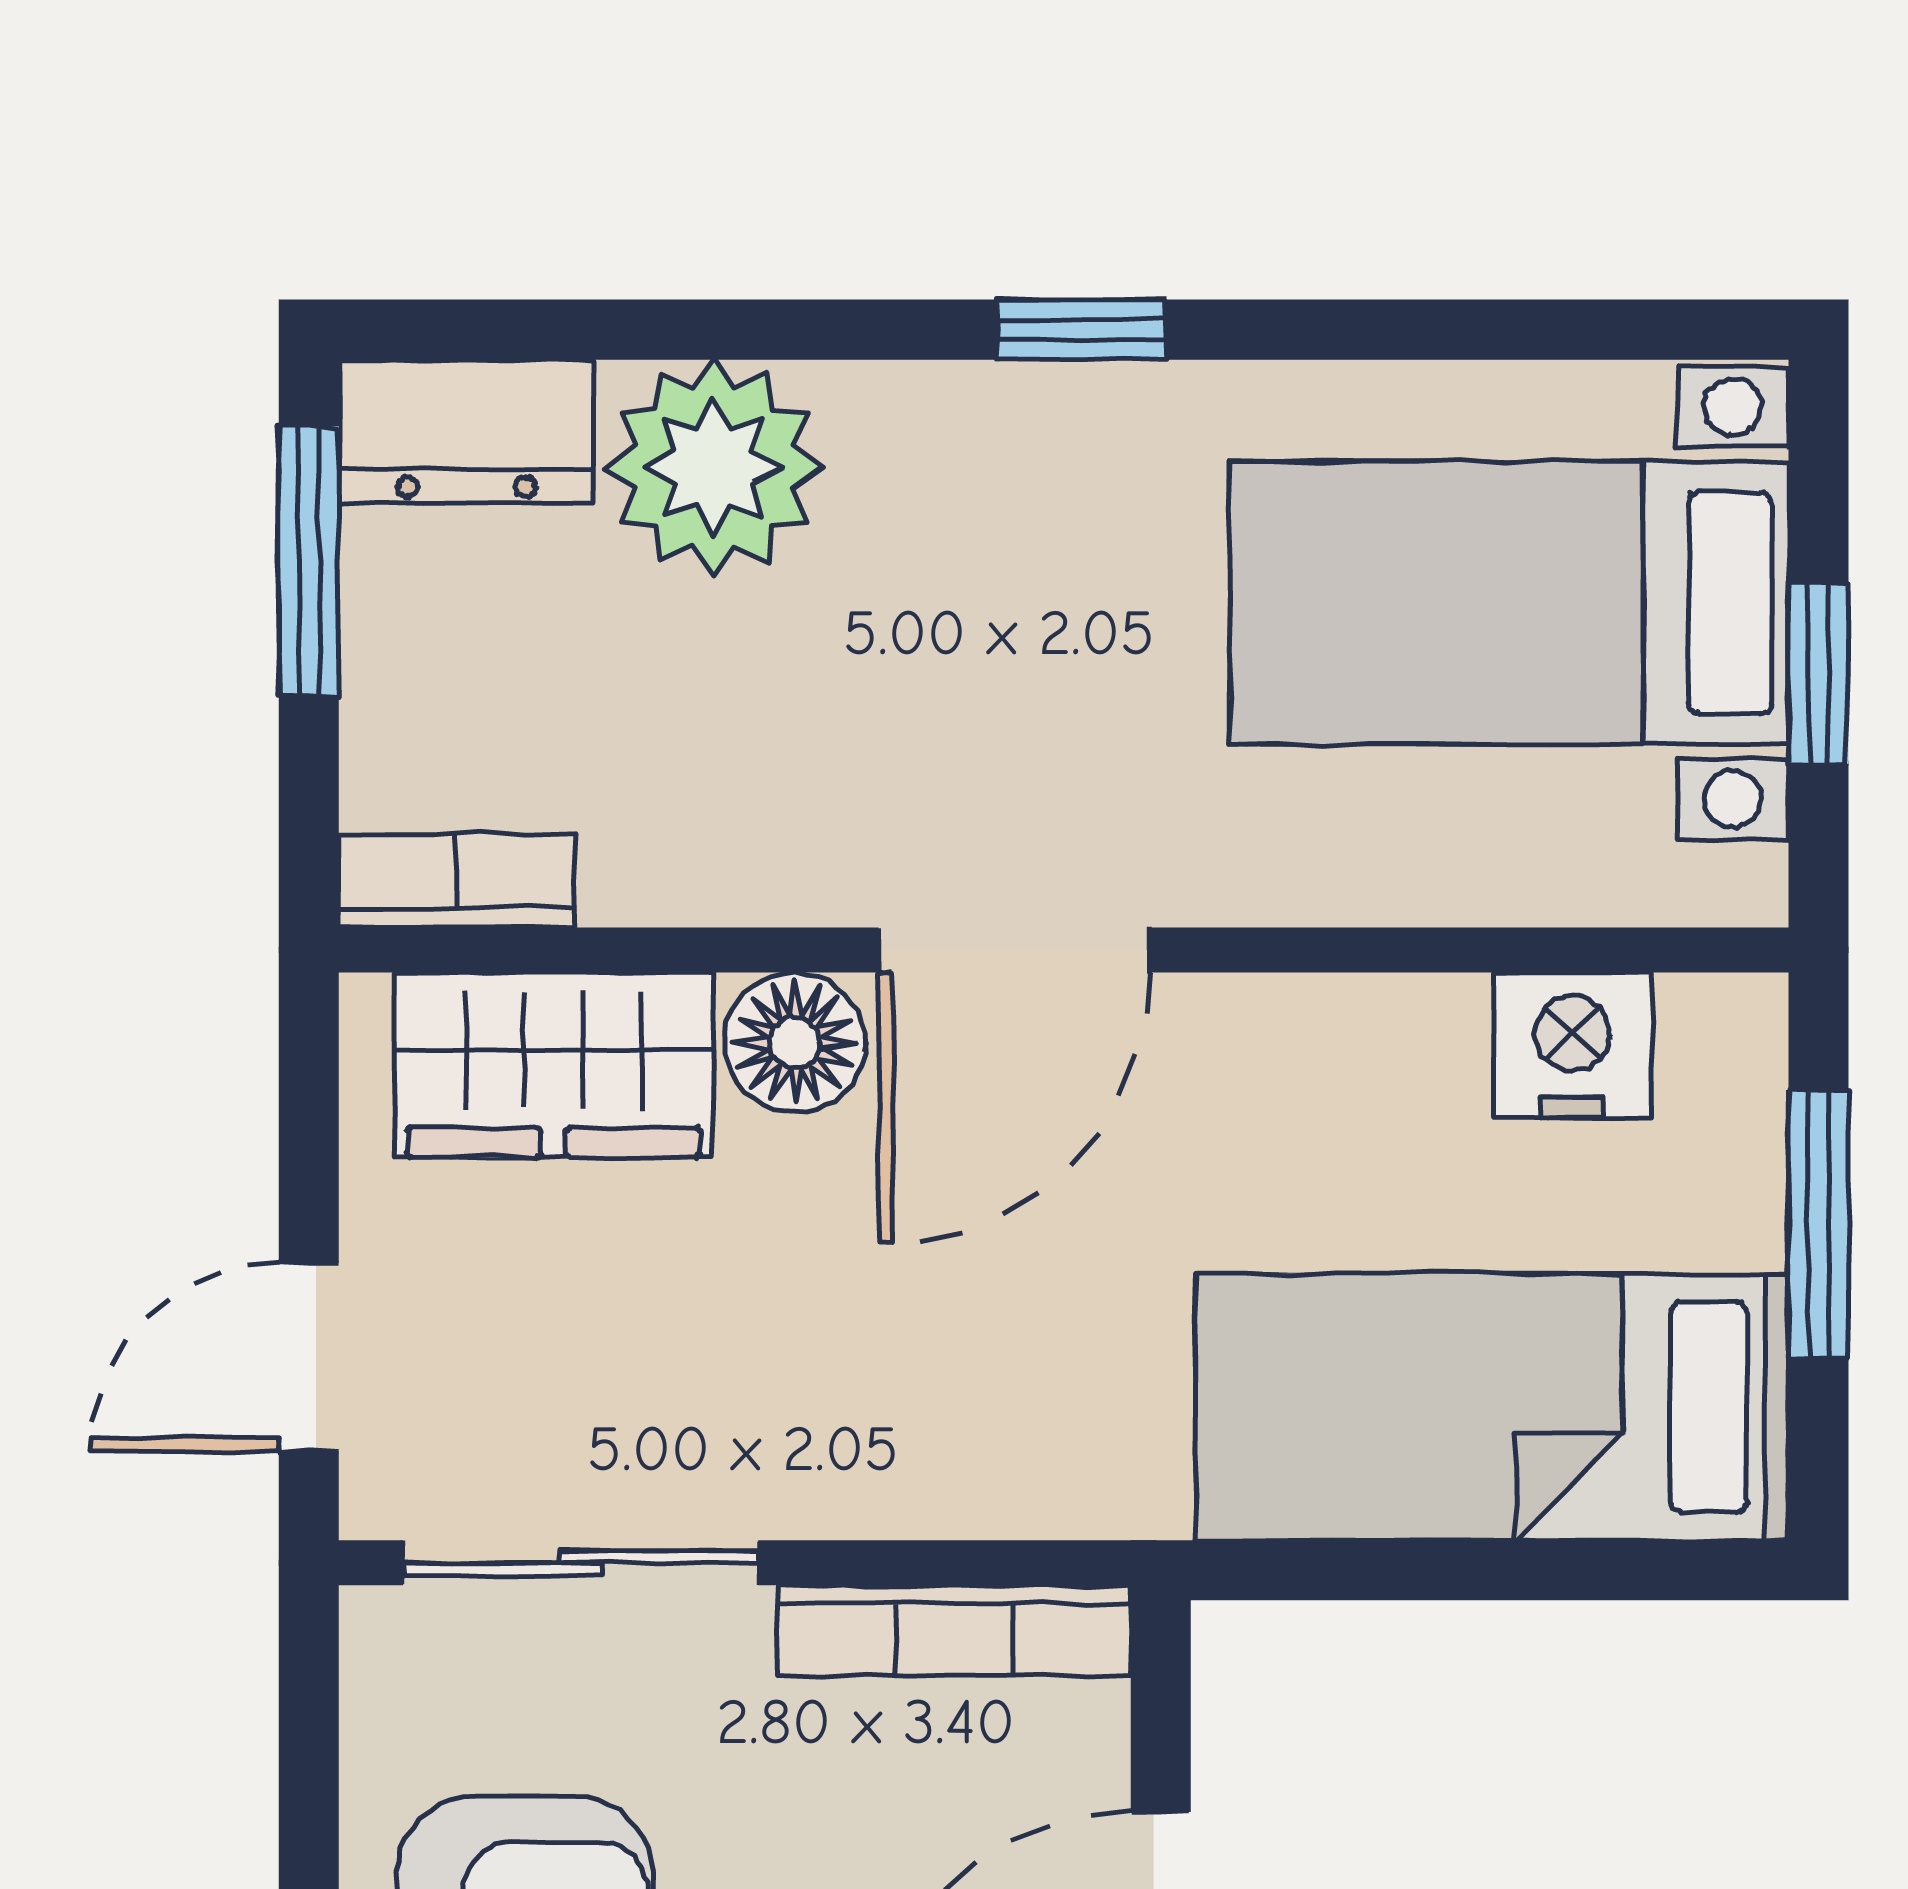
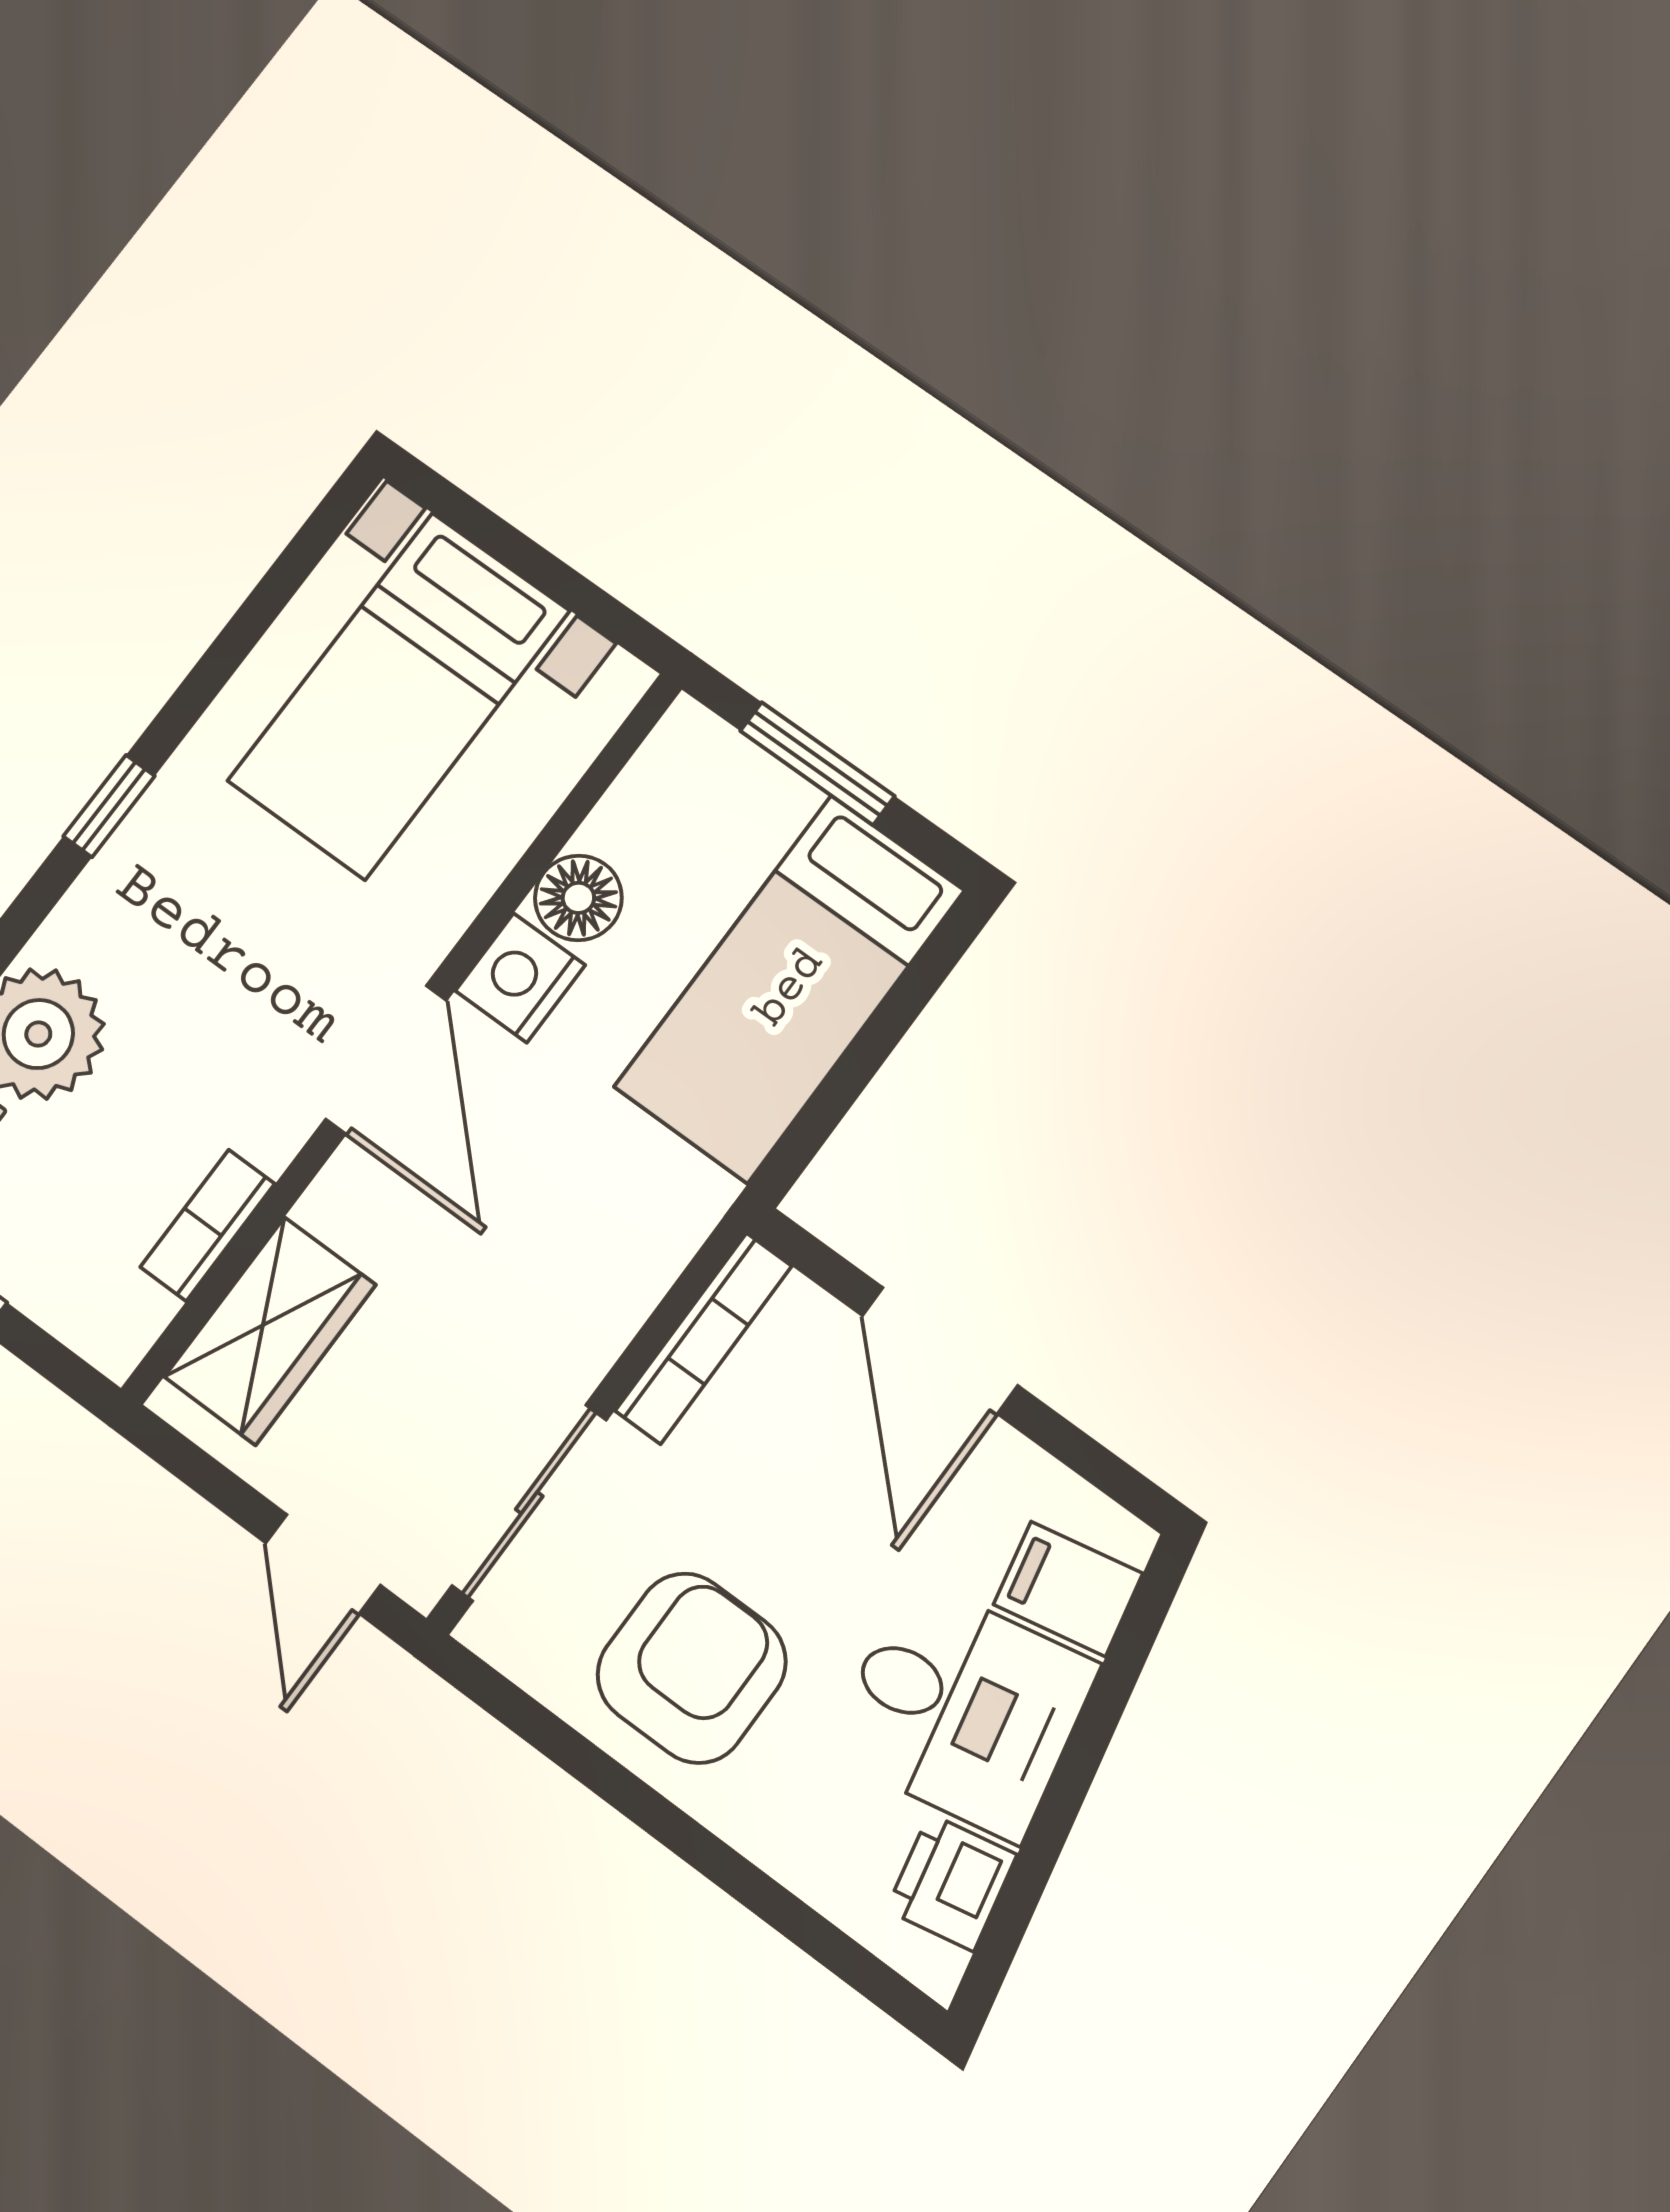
window: (1818, 674) -> (546, 572), removed
bookcase: (456, 880) -> (208, 1225), moved
floor lamp: (795, 1043) -> (578, 898), moved
nightstand: (1572, 1045) -> (520, 978), moved

